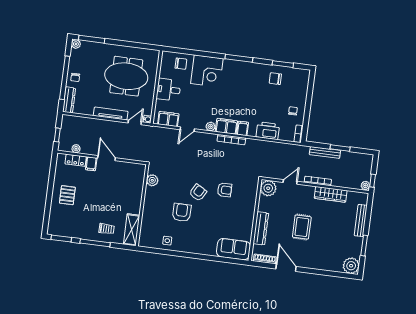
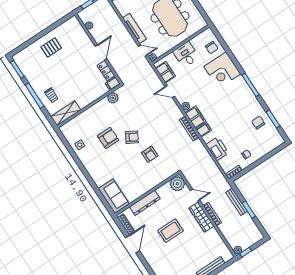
locker: (76, 160) -> (106, 71), moved
filing cabinet: (91, 164) -> (113, 84), moved
wardrobe: (331, 194) -> (201, 217), moved

